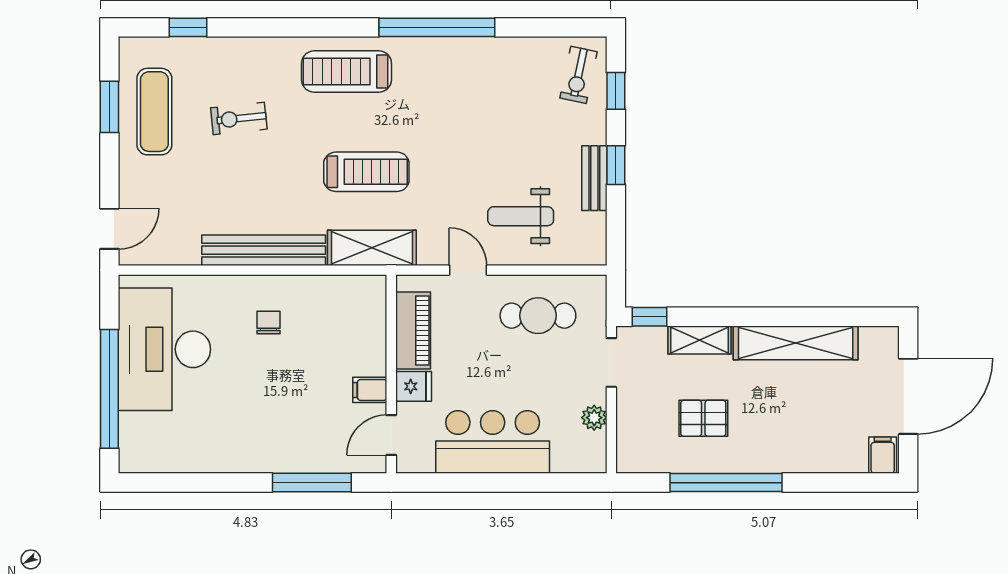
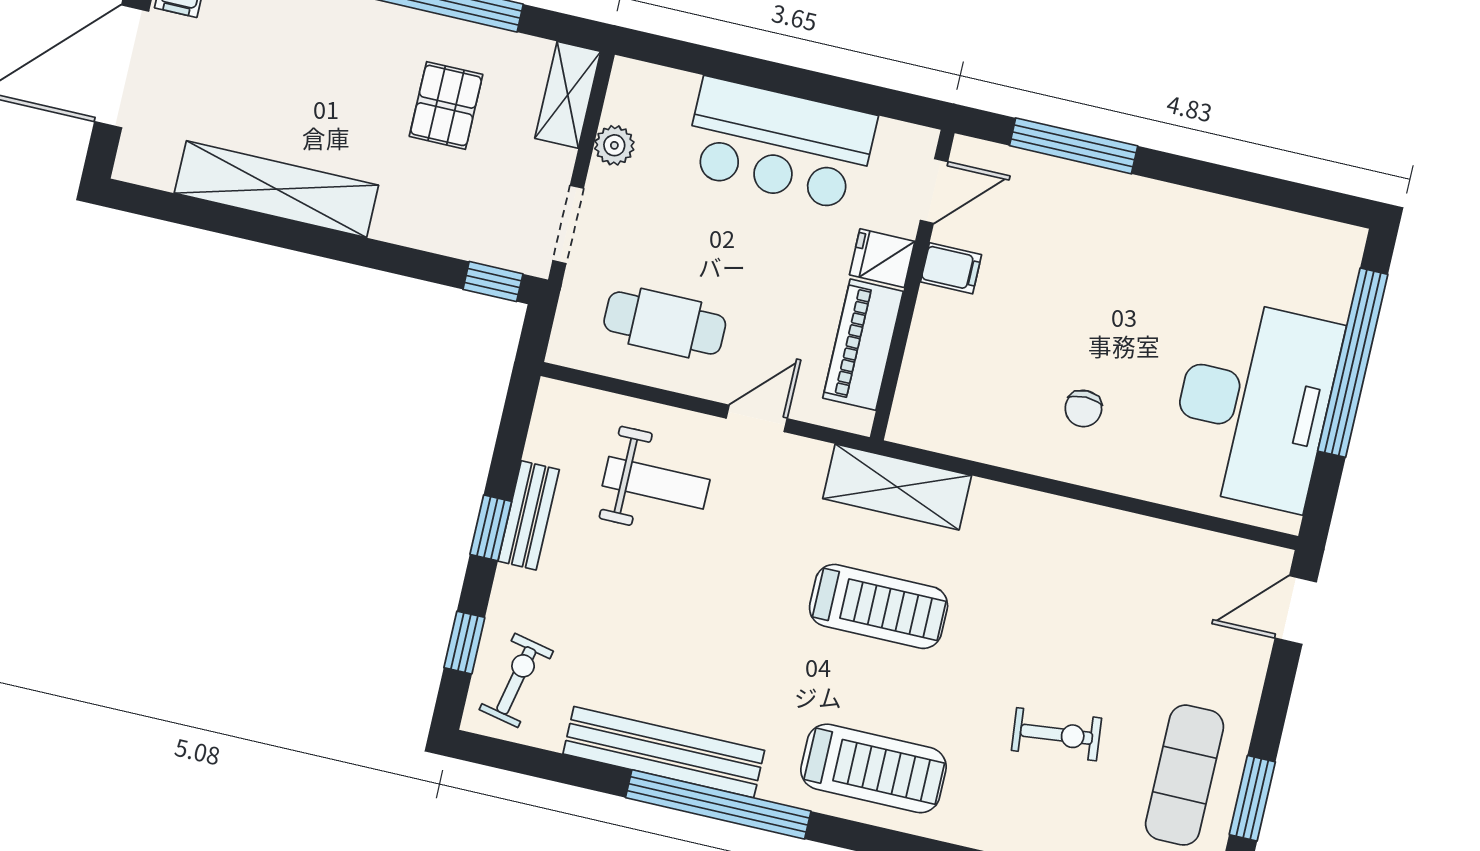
treadmill: (366, 172) -> (879, 606), turned 180
bench: (264, 250) -> (664, 752), moved
door: (468, 270) -> (757, 418), swing flipped
shelving: (700, 340) -> (568, 95), moved, turned 90
pallet: (703, 418) -> (446, 105), turned 90

